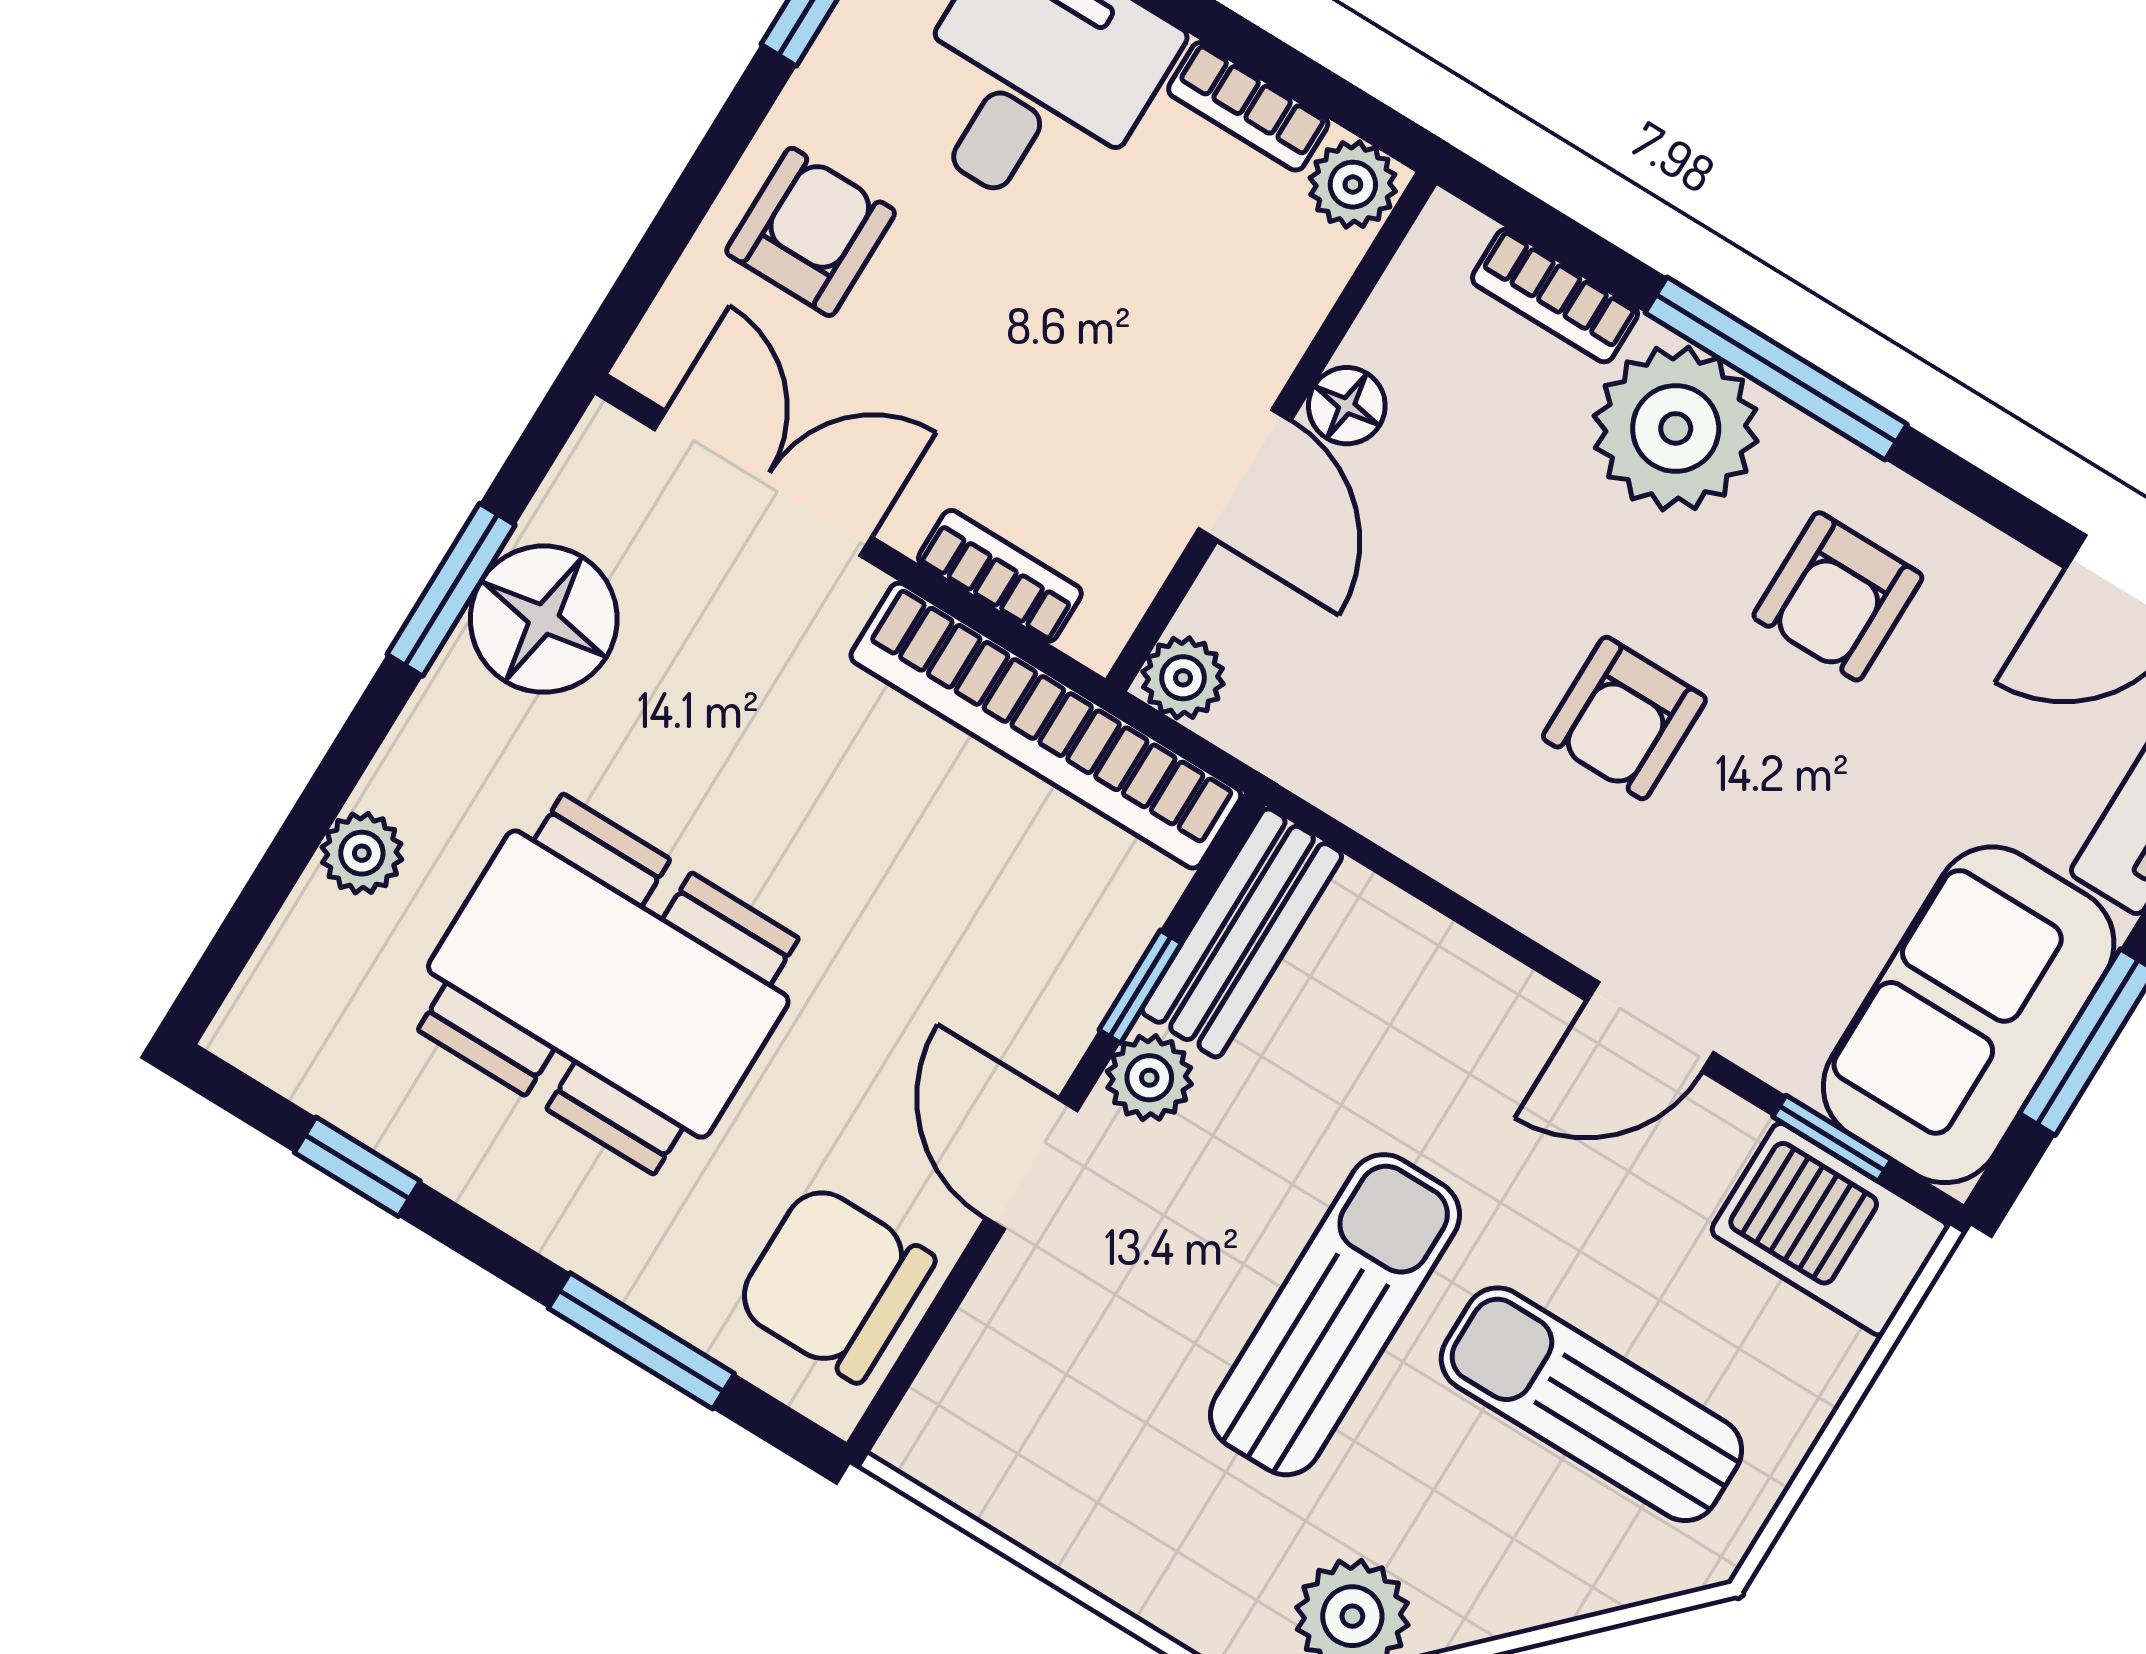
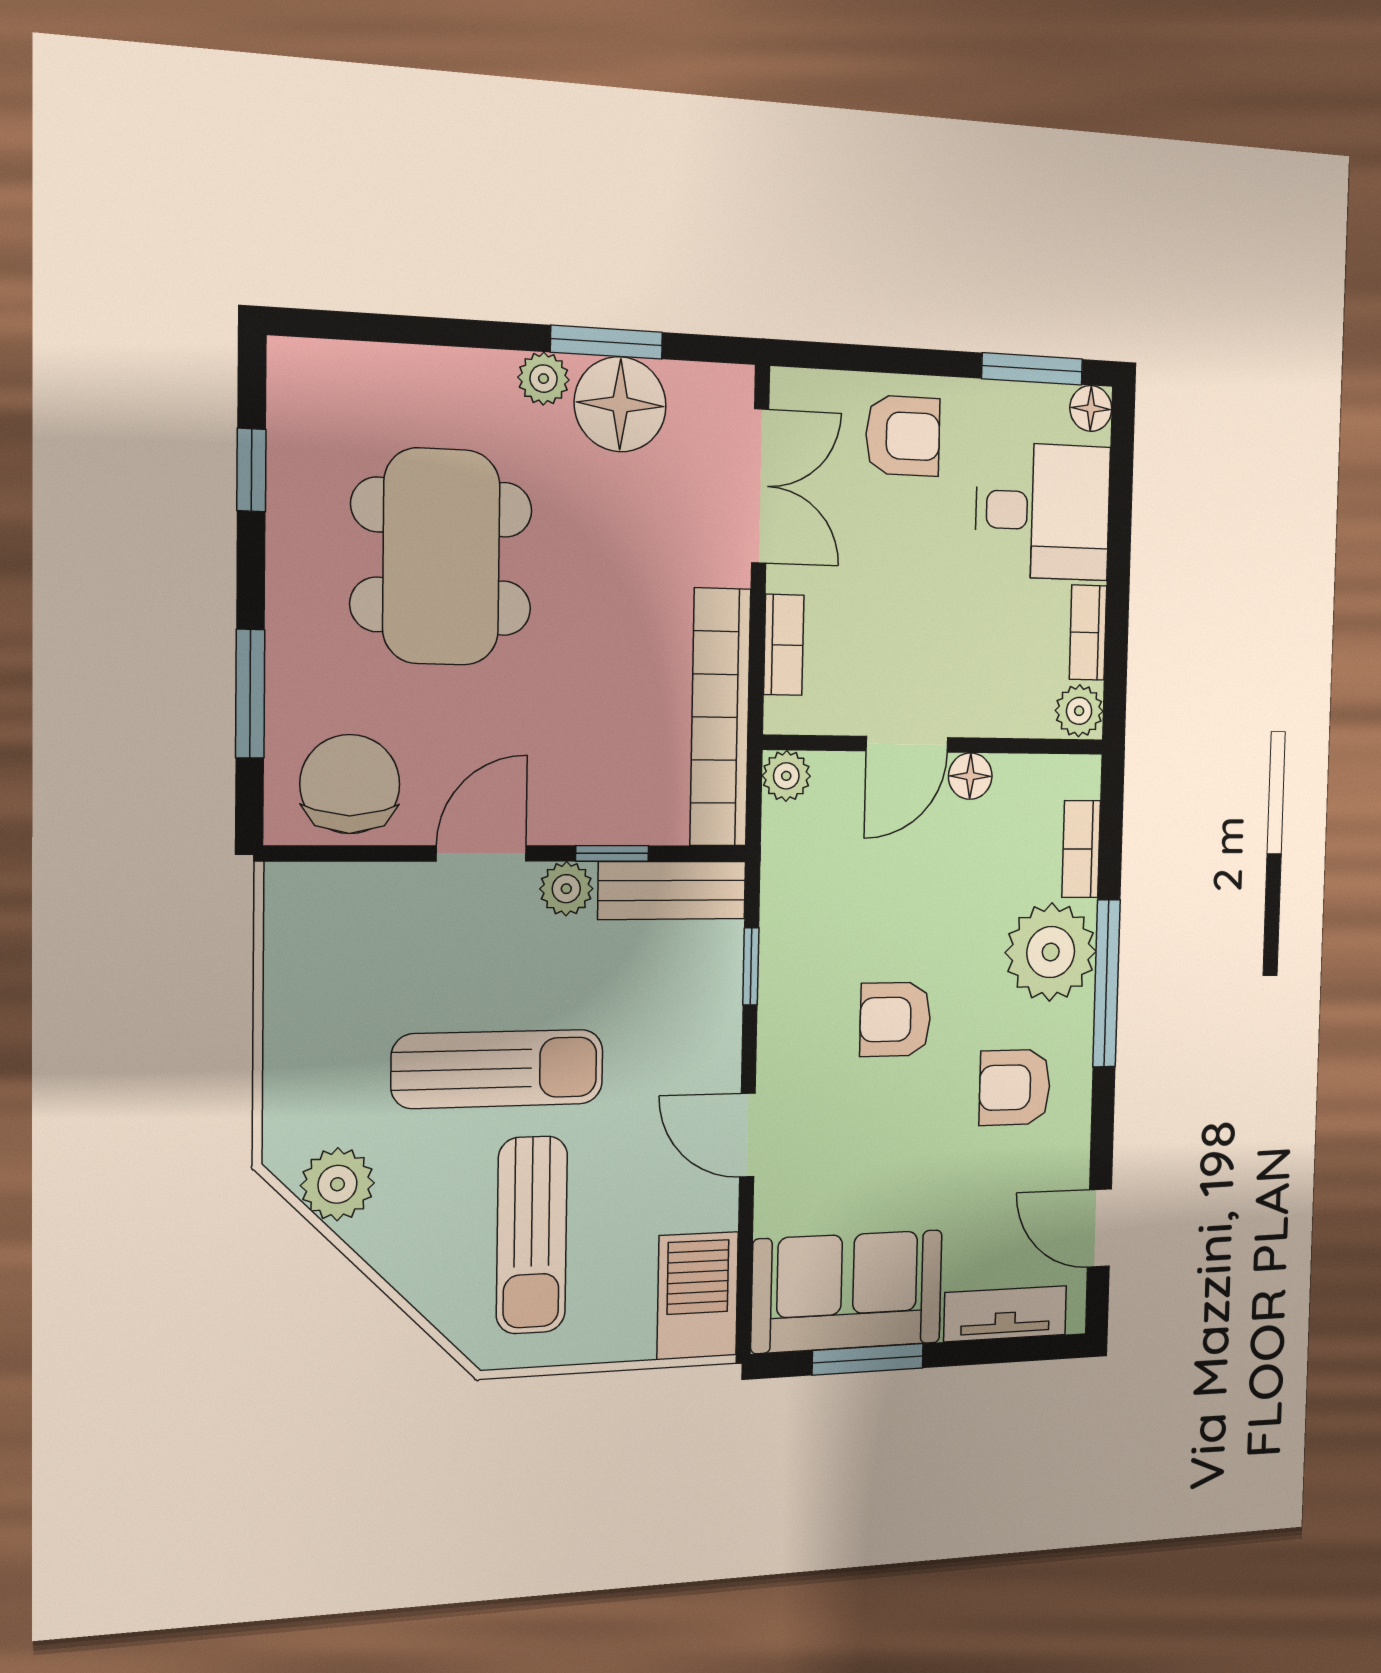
plant: (362, 853) -> (544, 379), moved
window: (1832, 1138) -> (751, 966), moved
sun lounger: (1591, 1404) -> (532, 1235), turned 180

